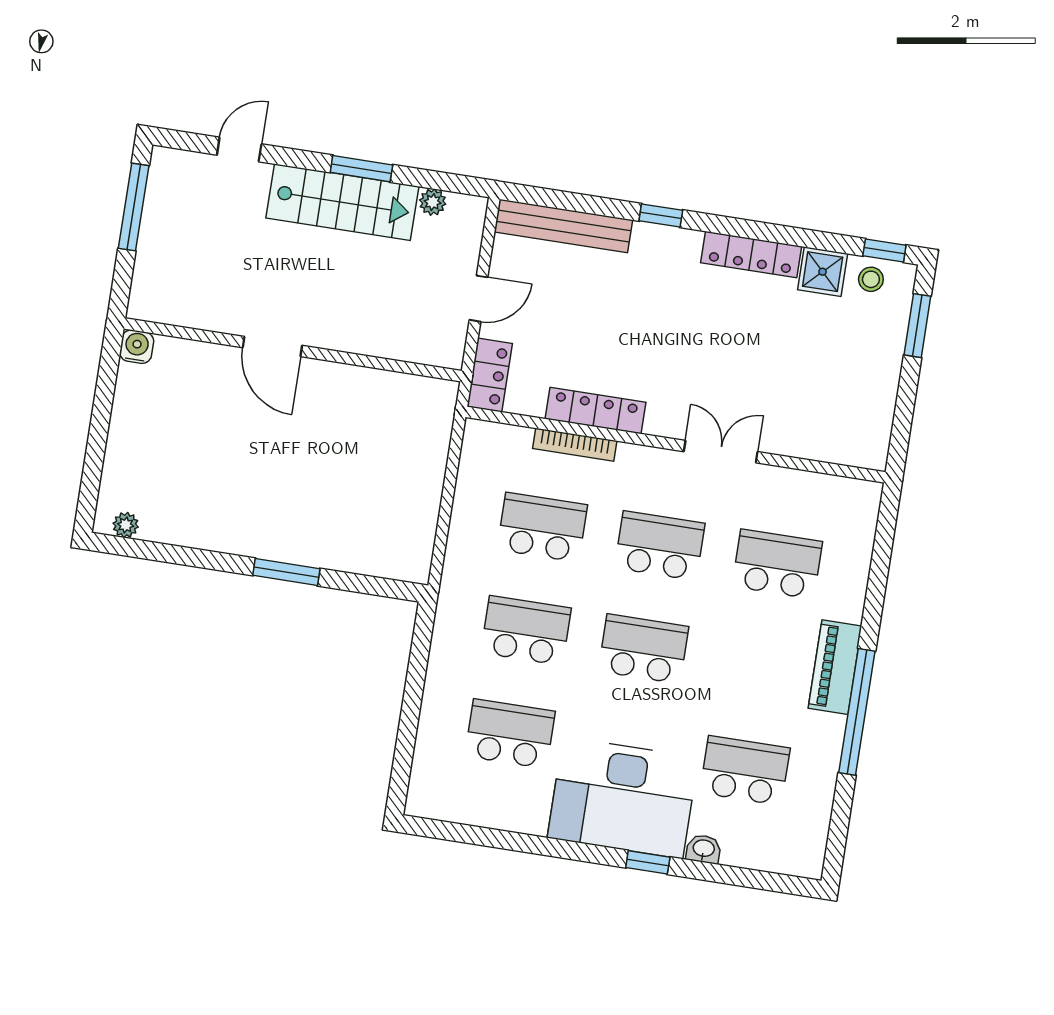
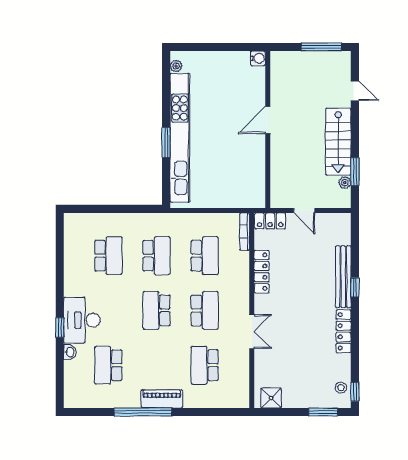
window: (361, 169) -> (355, 172), moved
bench: (563, 226) -> (343, 277), moved
shower: (823, 272) -> (271, 398), moved
bookcase: (575, 445) -> (245, 232), moved
kitchen unit: (281, 541) -> (180, 138), added
school desk: (777, 564) -> (205, 365), turned 180
school desk: (644, 649) -> (157, 310), turned 180
school desk: (745, 770) -> (108, 365), turned 180
desk: (623, 798) -> (82, 320), width x0.73, depth x0.77

